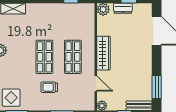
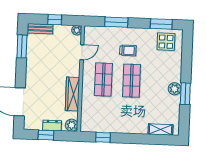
wardrobe: (104, 53) -> (73, 94), moved
door: (96, 84) -> (82, 52), swing flipped

